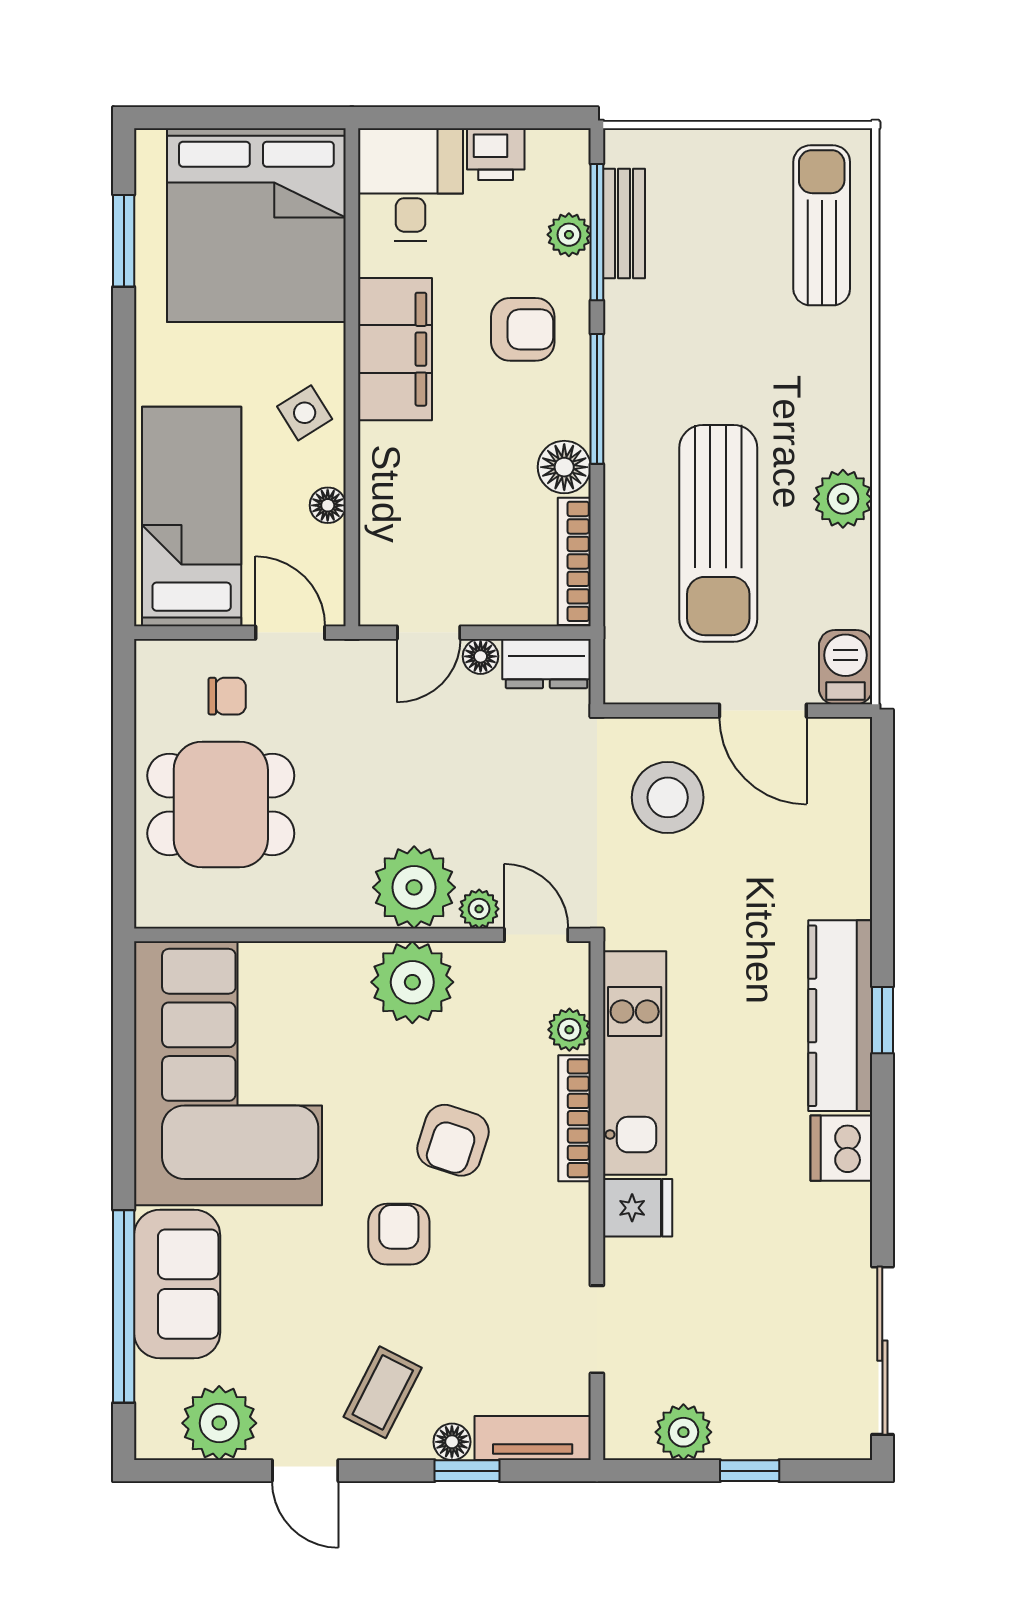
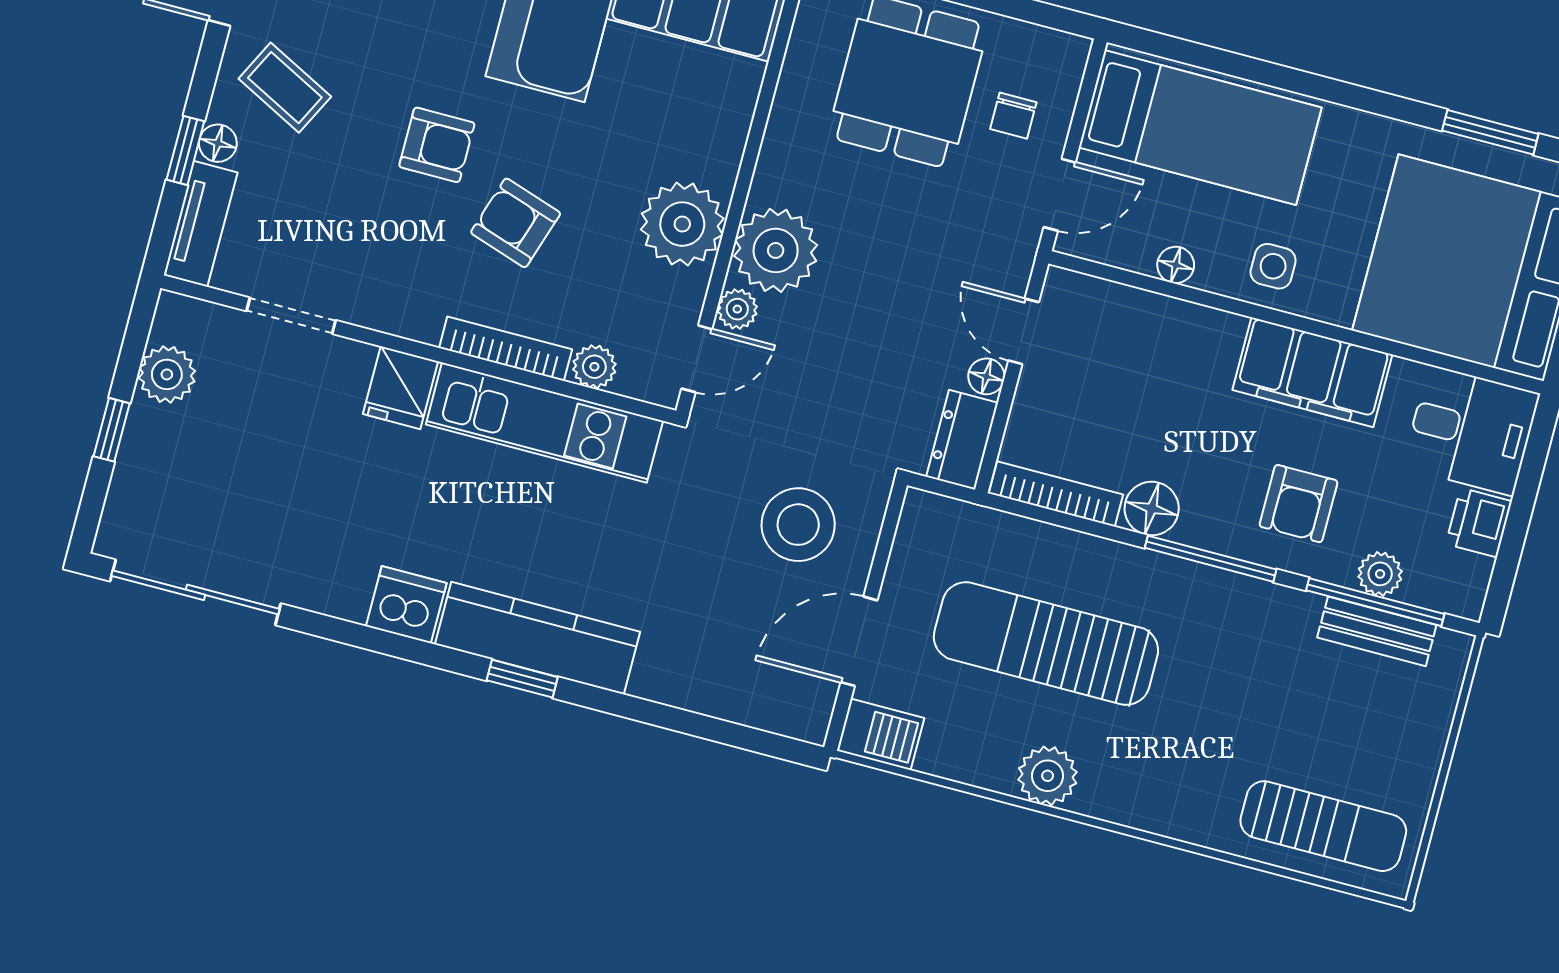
side table: (305, 413) -> (1273, 266), turned 32

